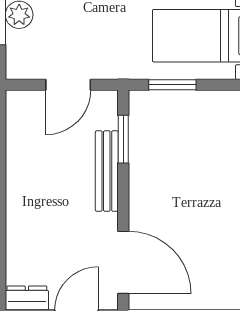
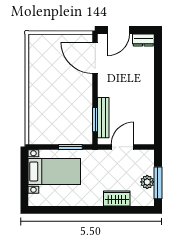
bench: (107, 171) -> (103, 118), moved

